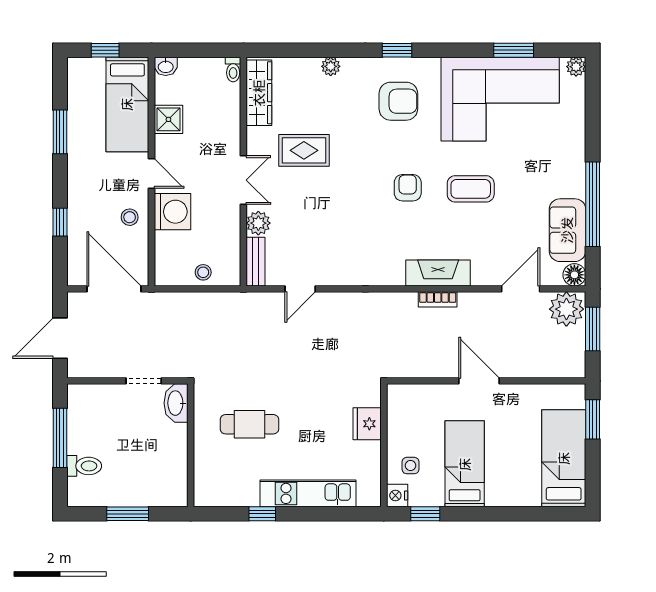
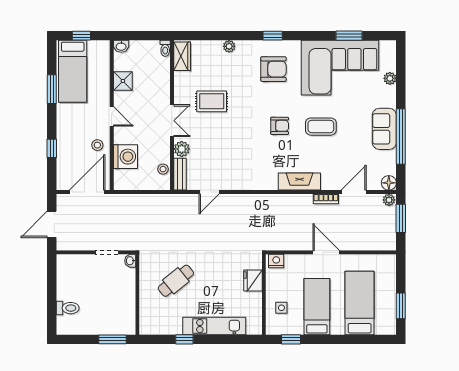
plant: (576, 67) -> (390, 78), moved
wardrobe: (259, 93) -> (182, 56), width x0.67
bed: (127, 104) -> (73, 71), moved
armchair: (408, 188) -> (280, 126), turned 90
washing machine: (172, 212) -> (125, 157), moved
sofa: (567, 230) -> (384, 129), moved
stool: (203, 272) -> (163, 169), moved
door: (114, 289) -> (87, 192), hinge flipped
bookcase: (438, 299) -> (326, 199), moved
plant: (566, 309) -> (389, 200), width x0.53, depth x0.53
washbasin: (176, 403) -> (130, 261), width x0.52, depth x0.69
window: (593, 419) -> (401, 306), moved
cafe table: (249, 424) -> (176, 281), turned -39
window: (60, 438) -> (52, 290), removed
bed: (564, 458) -> (360, 303), moved
nightstand: (397, 496) -> (276, 261), moved, turned 90
window: (128, 514) -> (112, 339), moved

